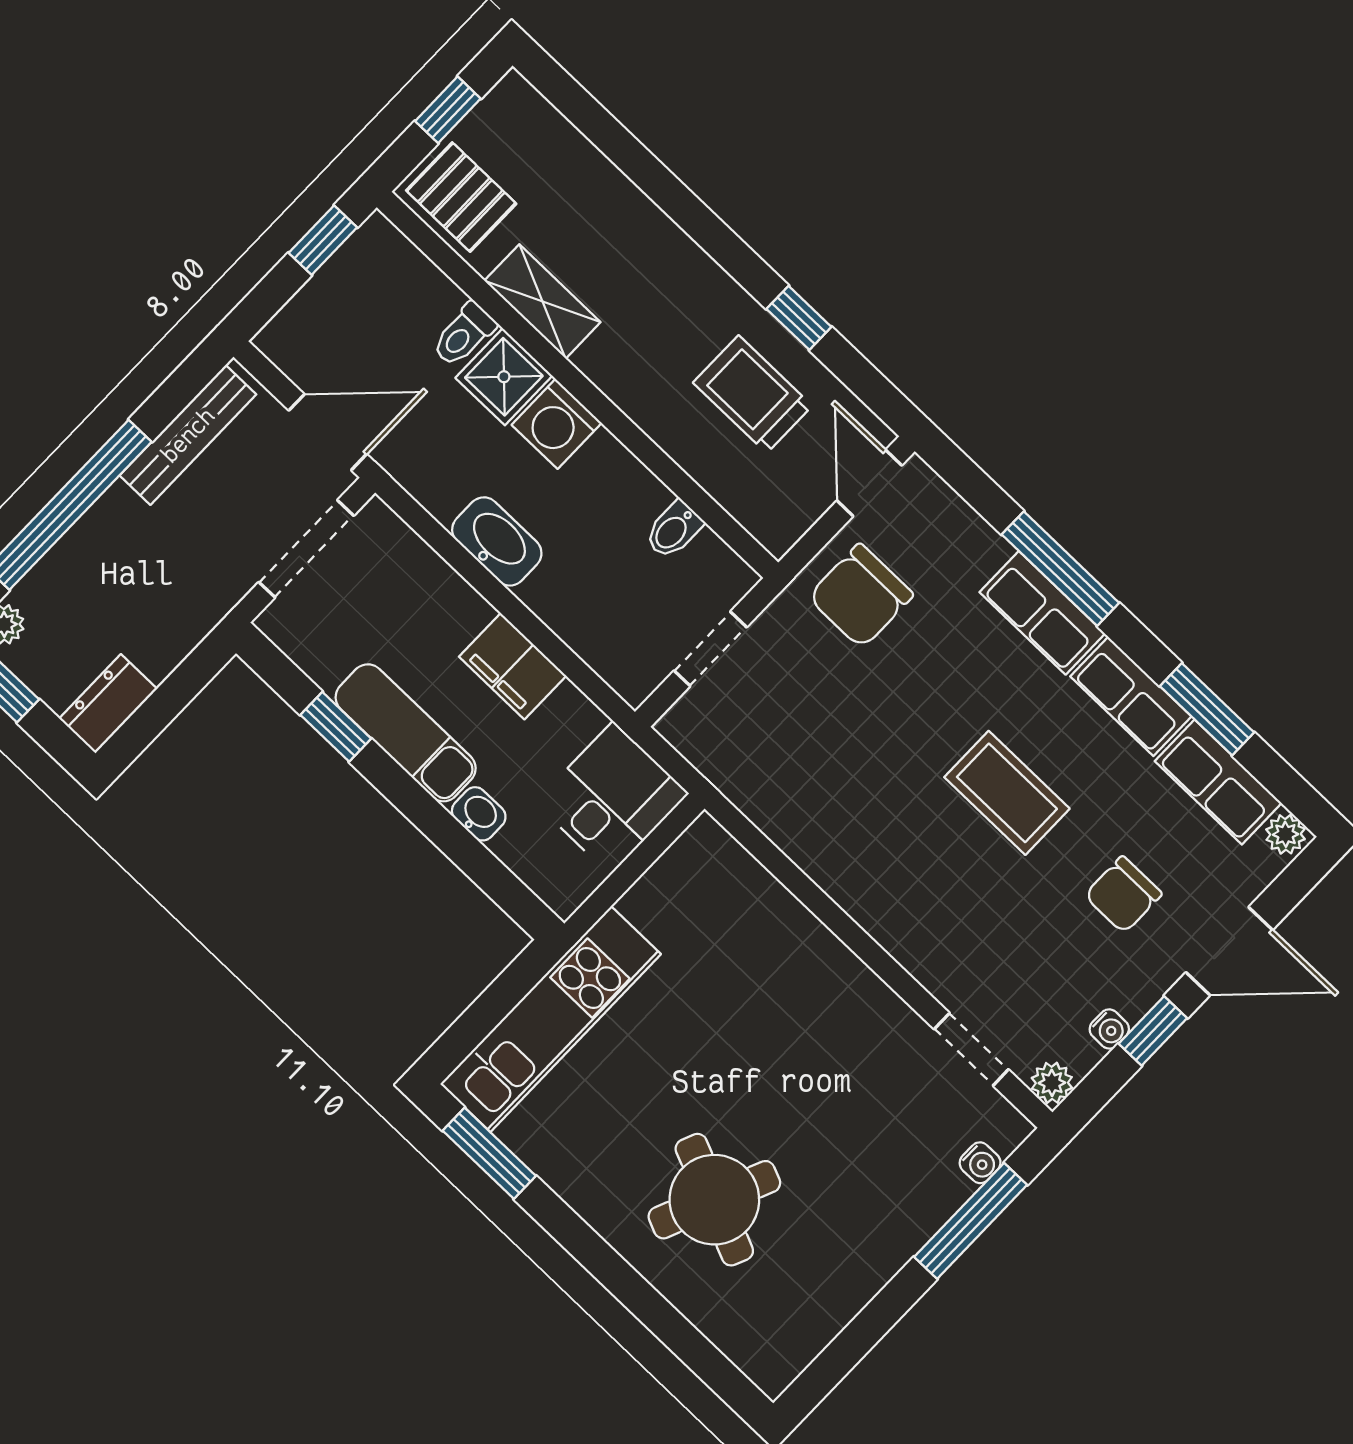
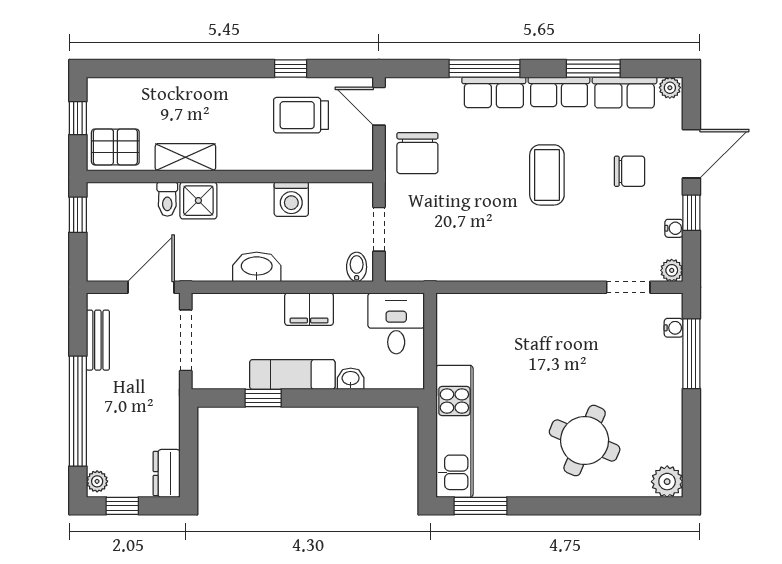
washing machine: (557, 424) -> (291, 199), moved
bench: (188, 435) -> (98, 340), width x0.73
bidet: (674, 530) -> (357, 267), moved, turned 180
coffee table: (1007, 793) -> (547, 175), turned 90
chair: (1123, 895) -> (630, 171), turned -90
plant: (772, 1362) -> (667, 482), added

